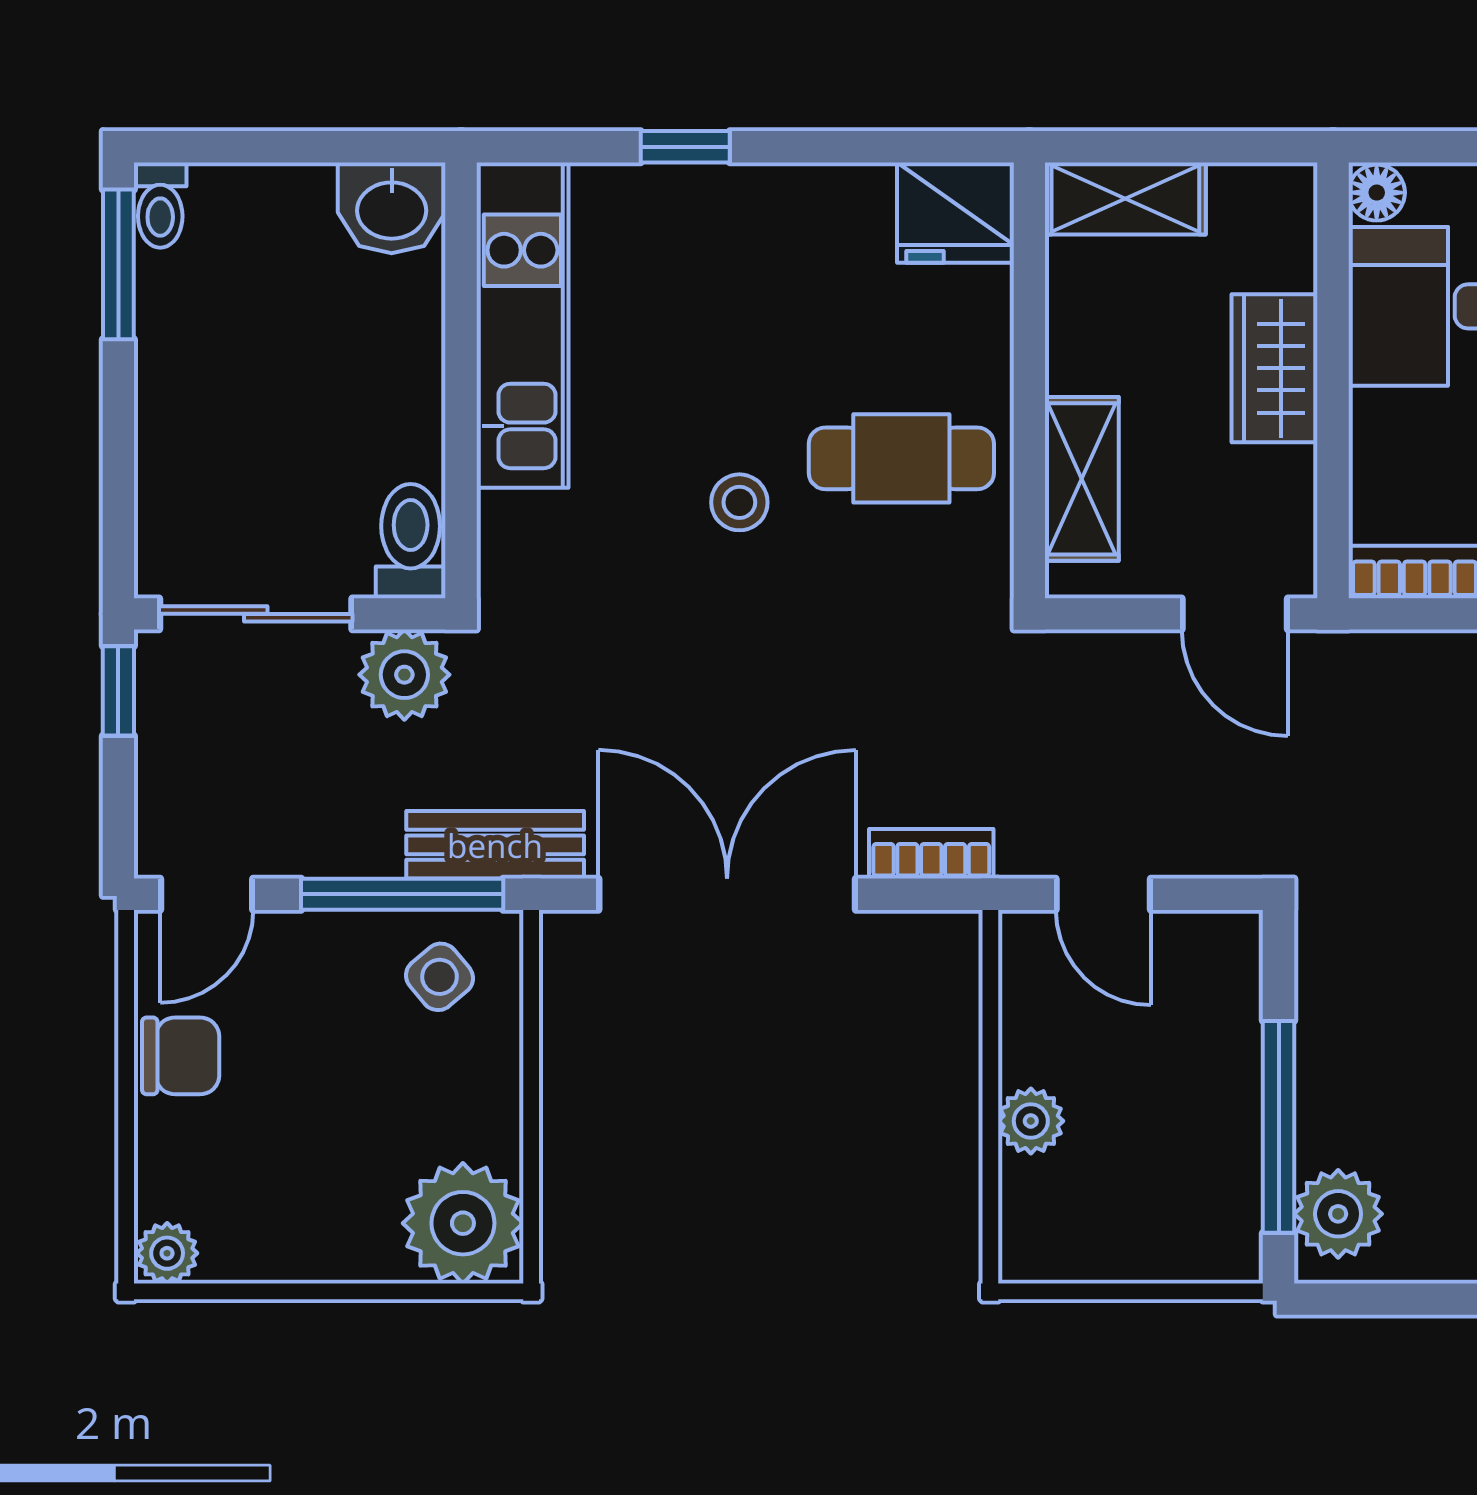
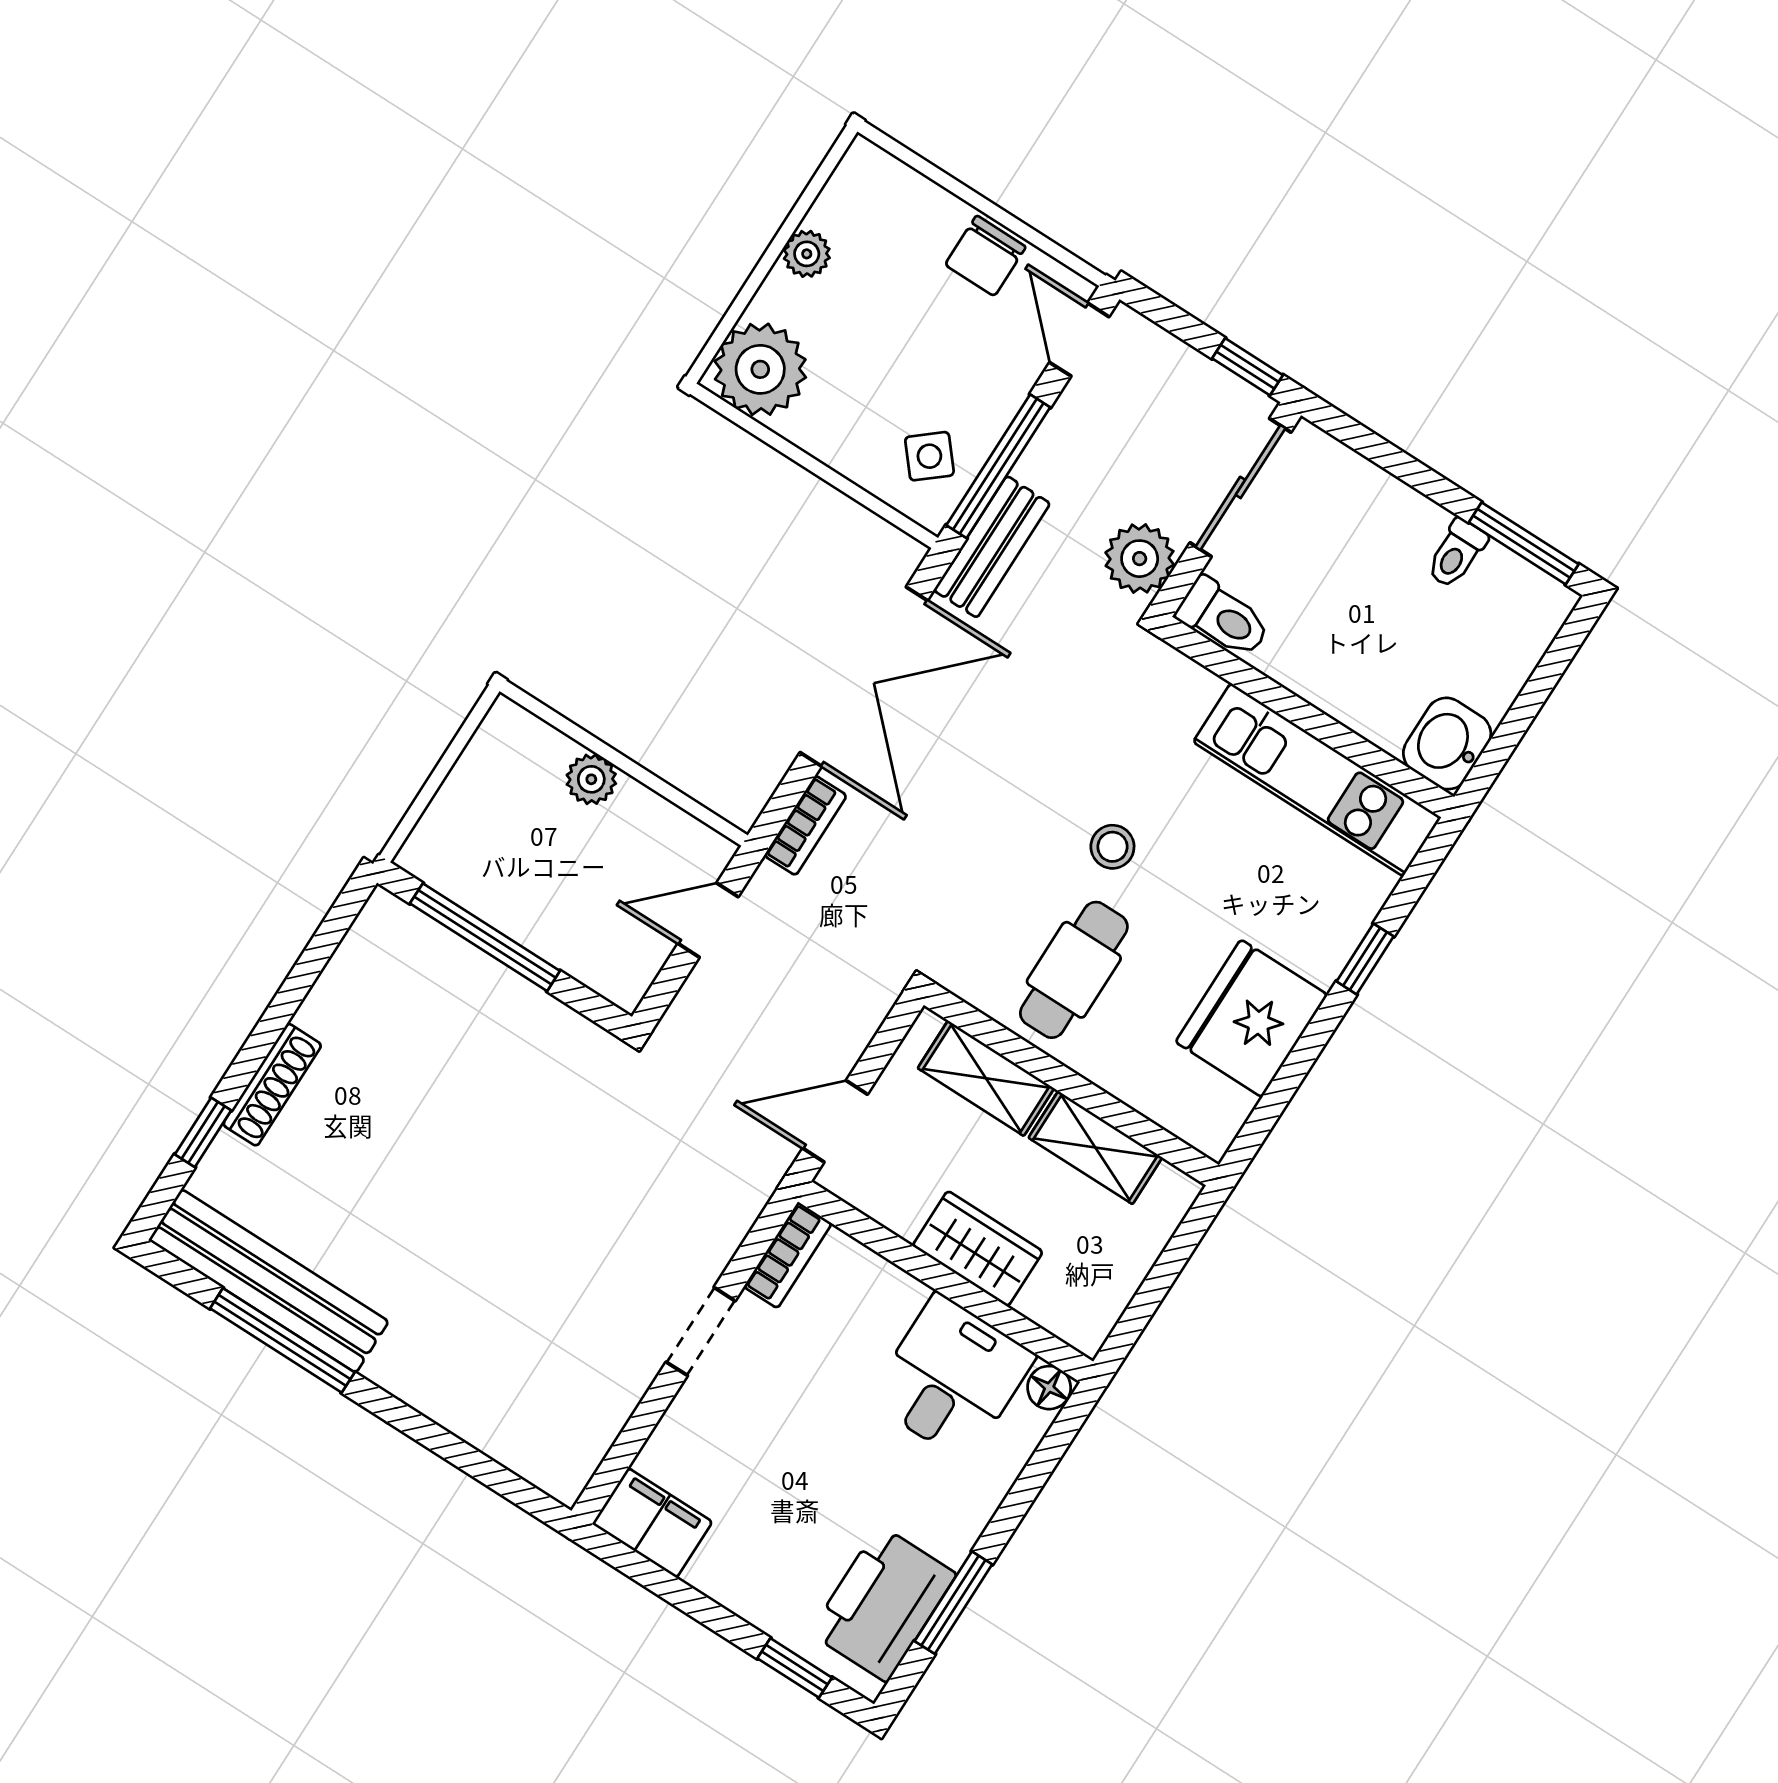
shelving: (1125, 199) -> (1095, 1148), moved, turned 90
toilet: (160, 205) -> (1456, 554), moved, turned -90
fridge: (955, 213) -> (1251, 1018), moved, width x1.36, depth x1.34
plant: (1338, 1214) -> (404, 940), removed
plant: (167, 1253) -> (807, 254), moved

